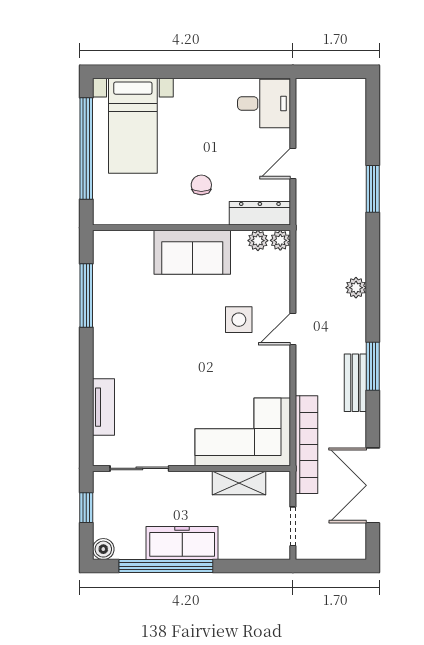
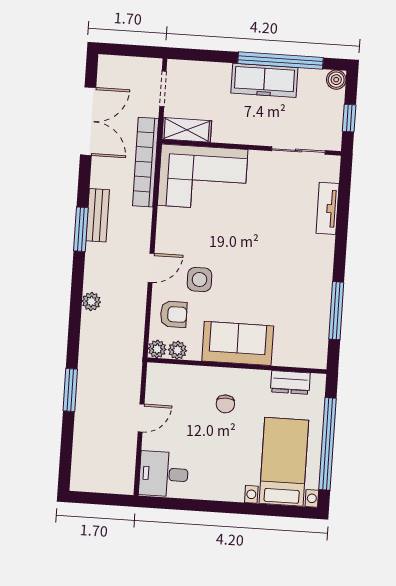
dresser: (260, 213) -> (290, 382), moved, width x0.70
armchair: (265, 280) -> (174, 314), added
shelving: (239, 483) -> (187, 130), moved

